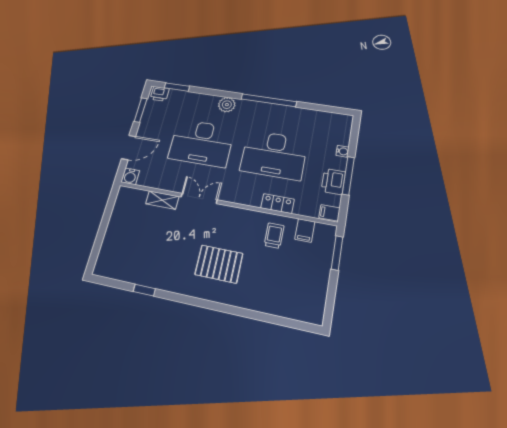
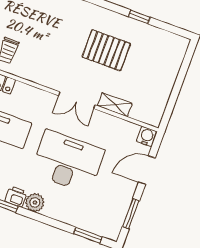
printer: (160, 94) -> (16, 197), moved
pallet: (219, 264) -> (106, 50), moved

